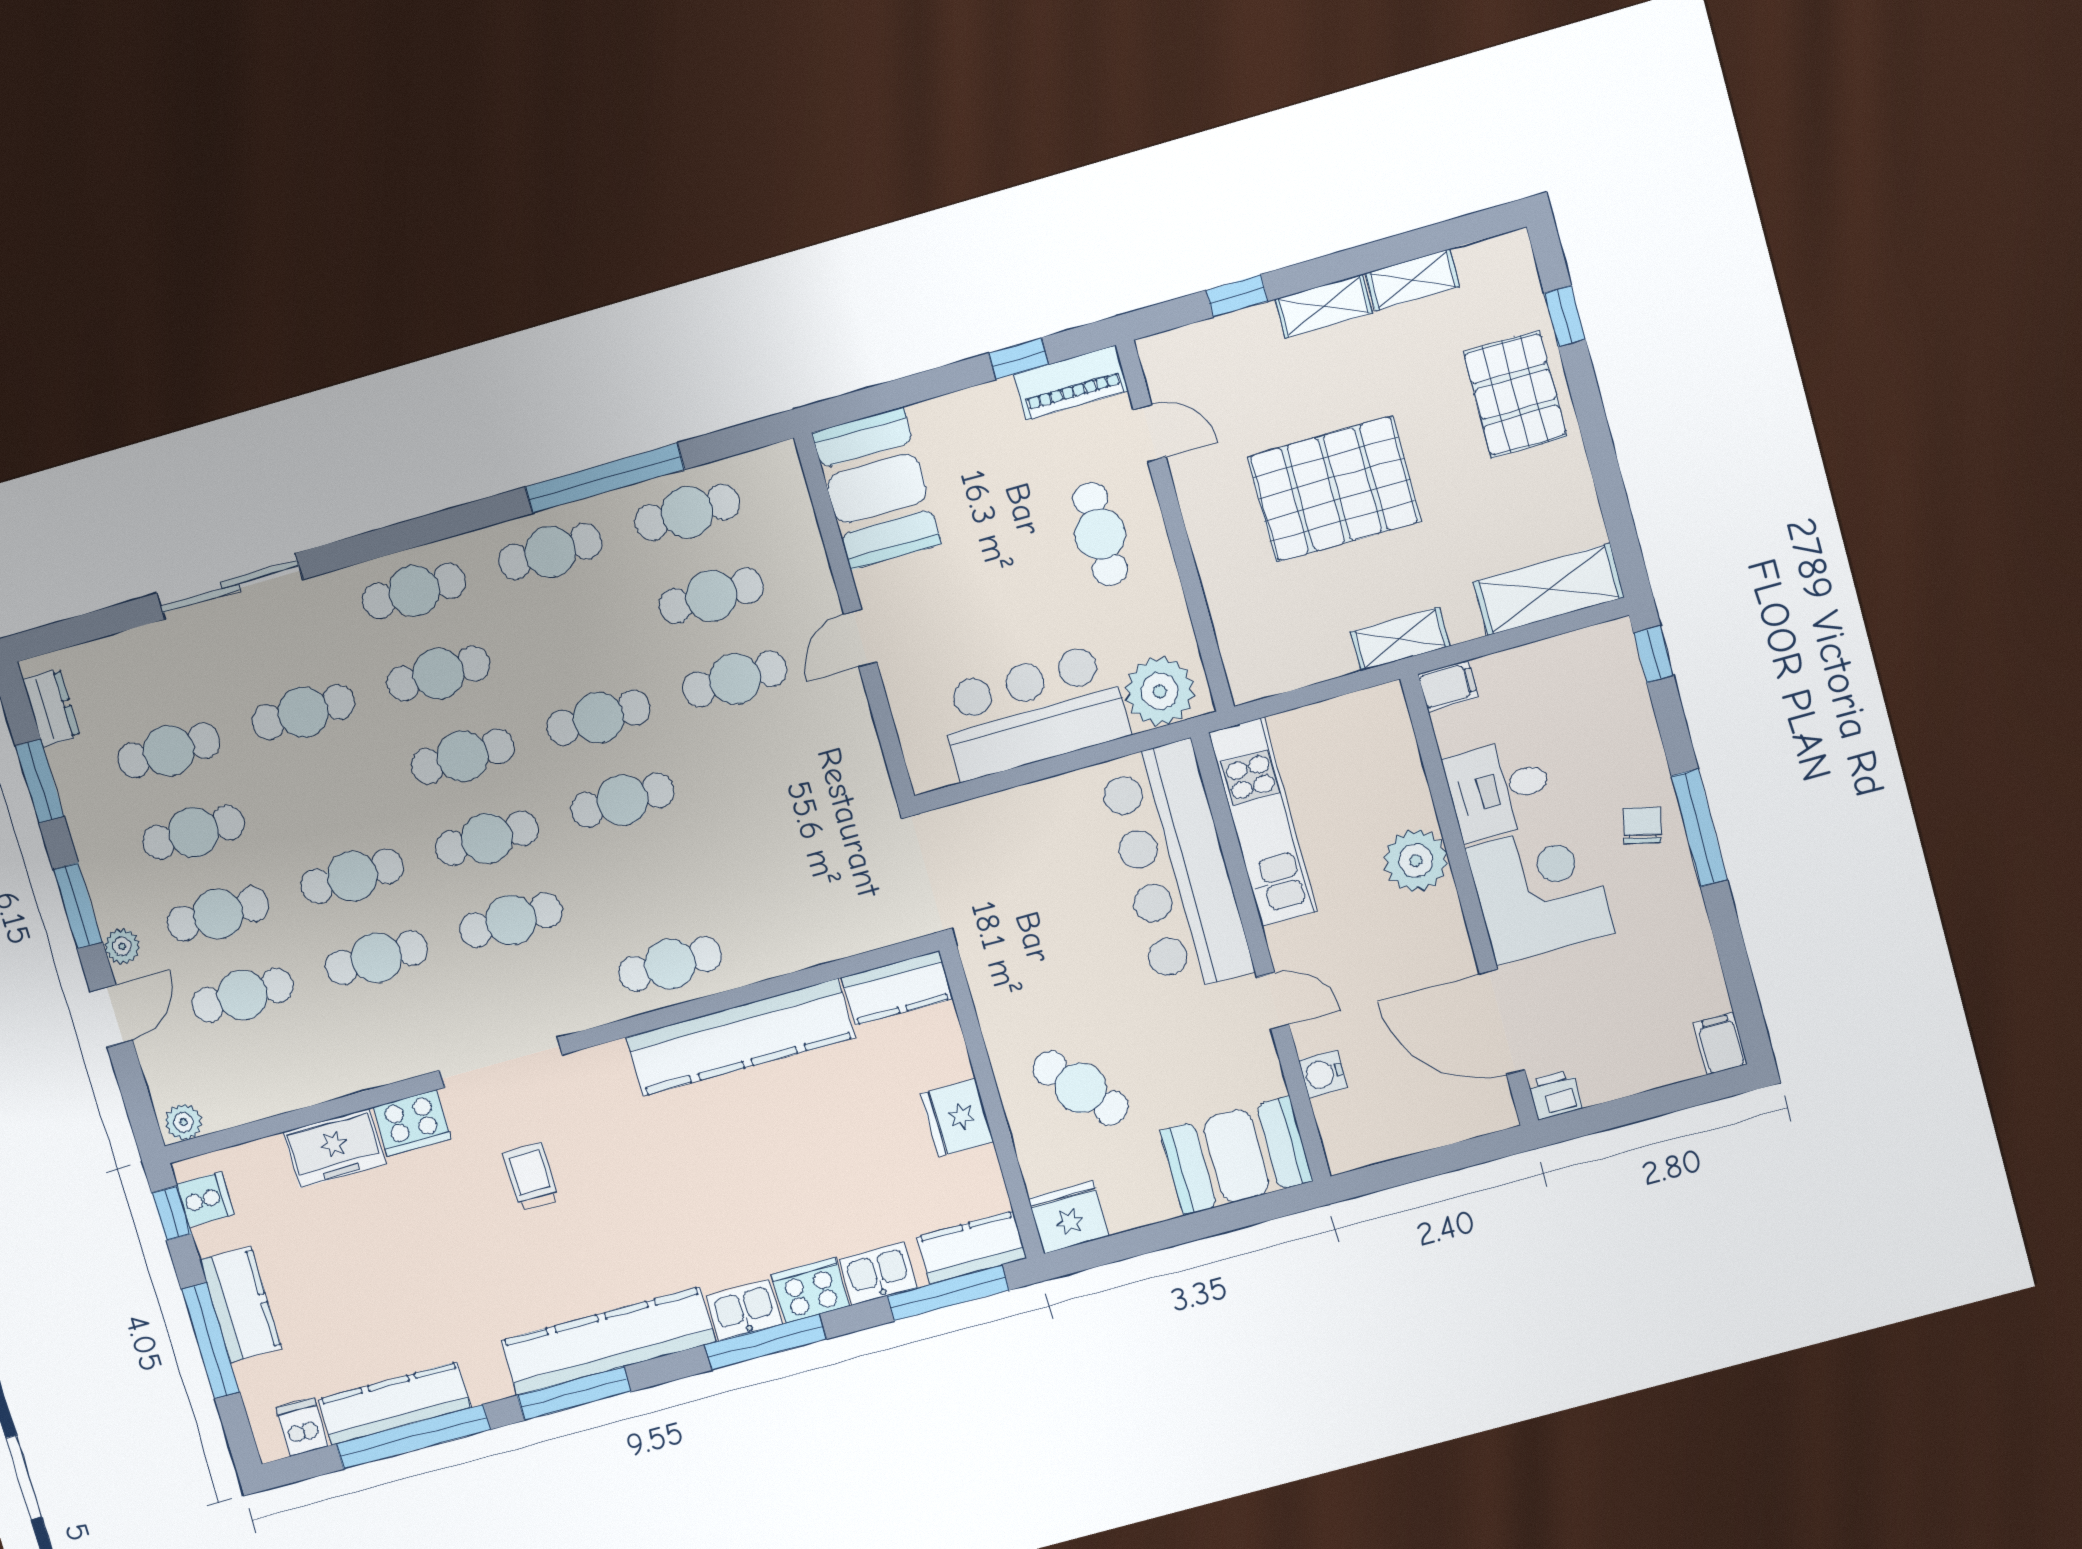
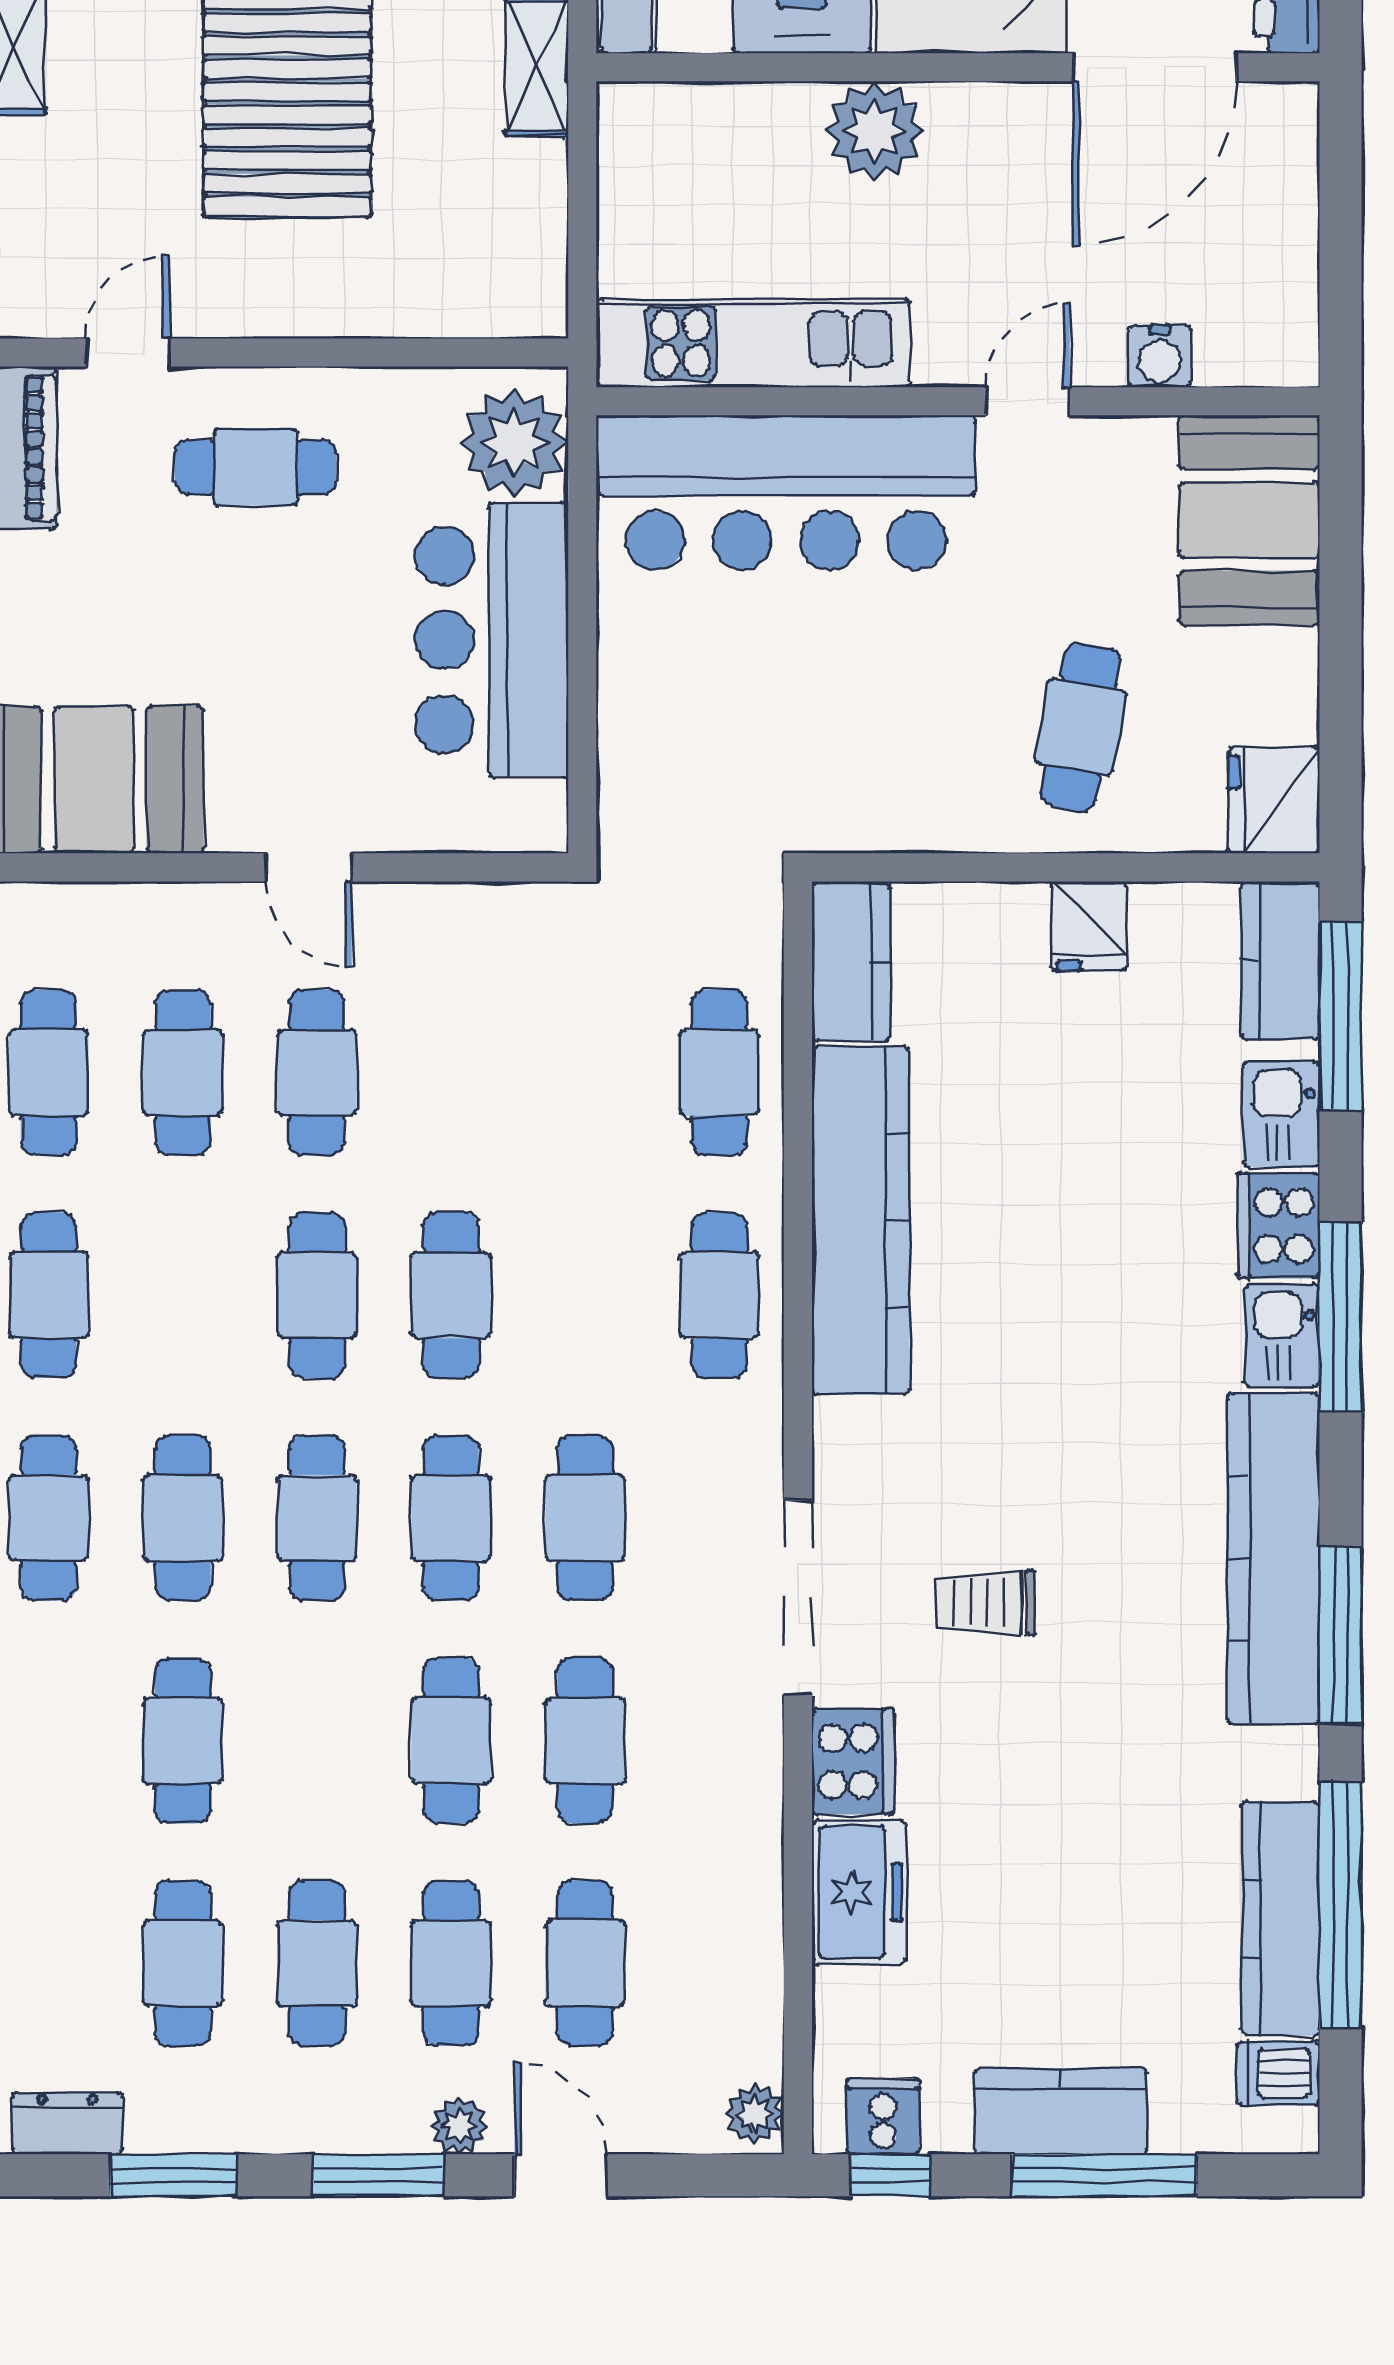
cafe table: (806, 926) -> (719, 1073), added
cafe table: (1080, 1088) -> (1080, 727), turned -39
fridge: (957, 1118) -> (1089, 926), width x0.72

